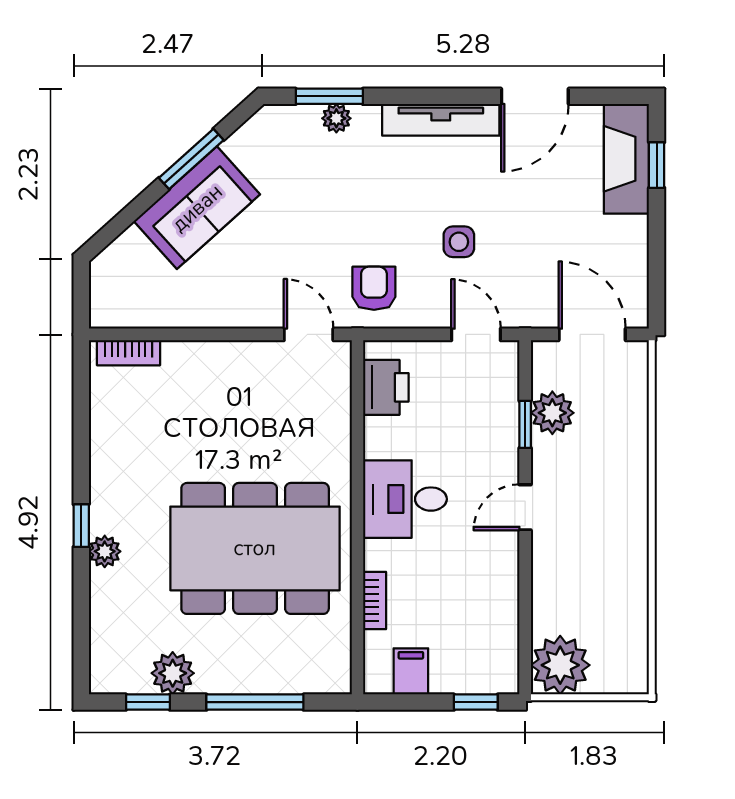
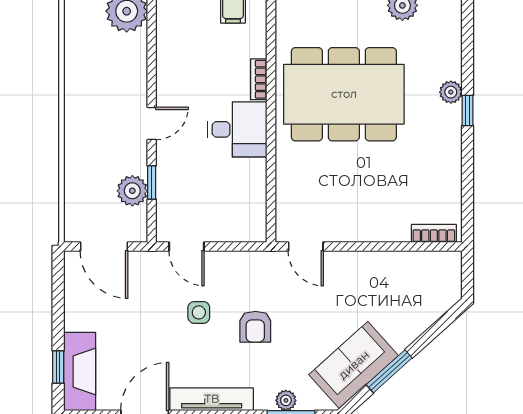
sofa: (197, 208) -> (354, 365), moved
armchair: (374, 288) -> (255, 327), moved
printer: (386, 387) -> (251, 209), removed
bookcase: (375, 601) -> (259, 79), moved

